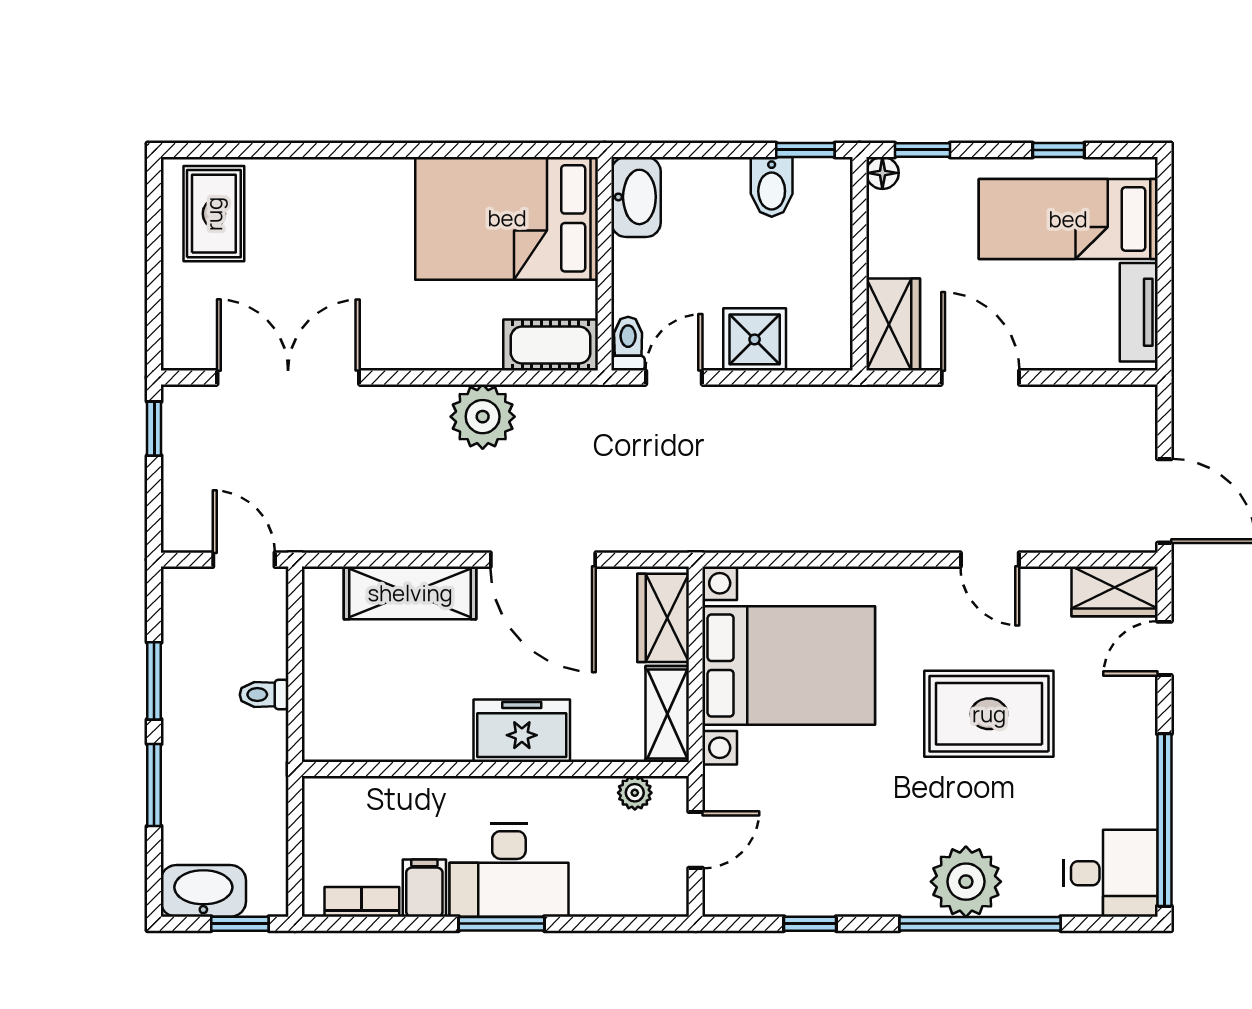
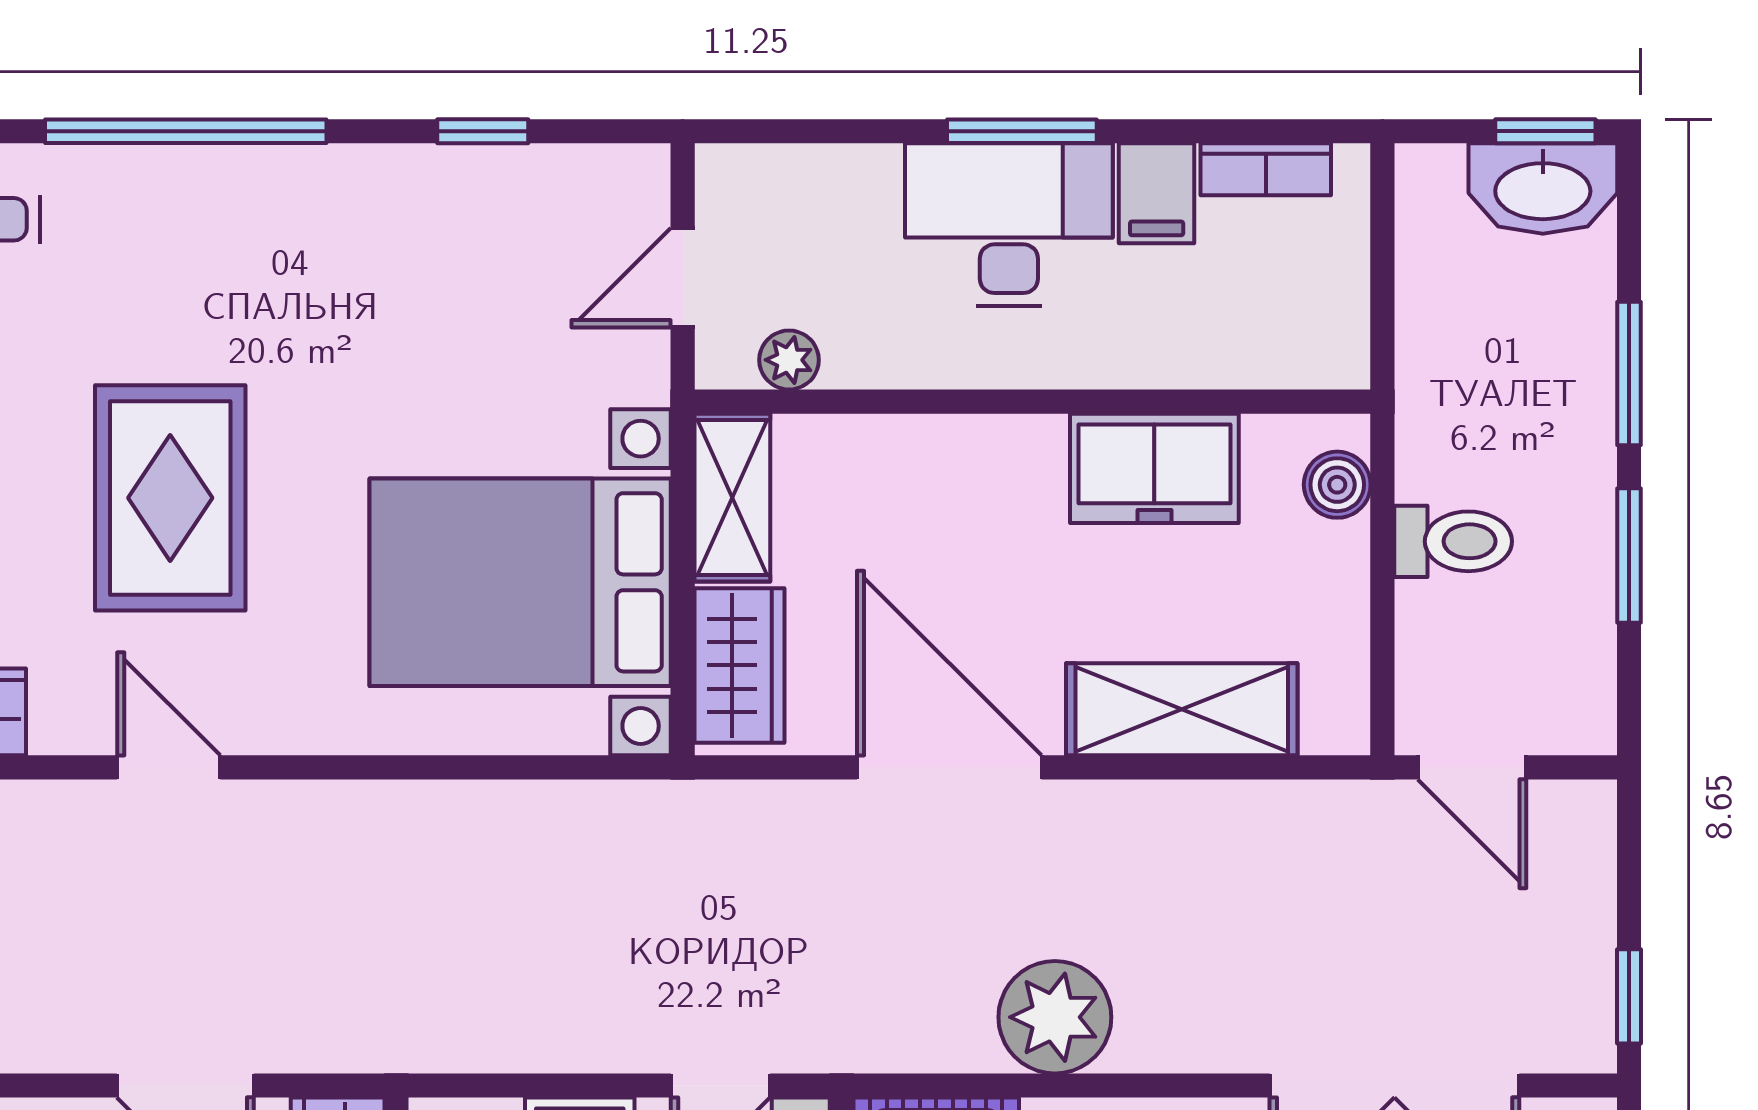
toilet: (264, 695) -> (1453, 541), width x1.37, depth x1.39
rug: (989, 714) -> (170, 498), turned 90
boiler: (321, 721) -> (1337, 485), added
freezer: (522, 731) -> (1154, 468), moved
plant: (966, 882) -> (210, 205), removed
window: (240, 924) -> (1545, 131), moved

